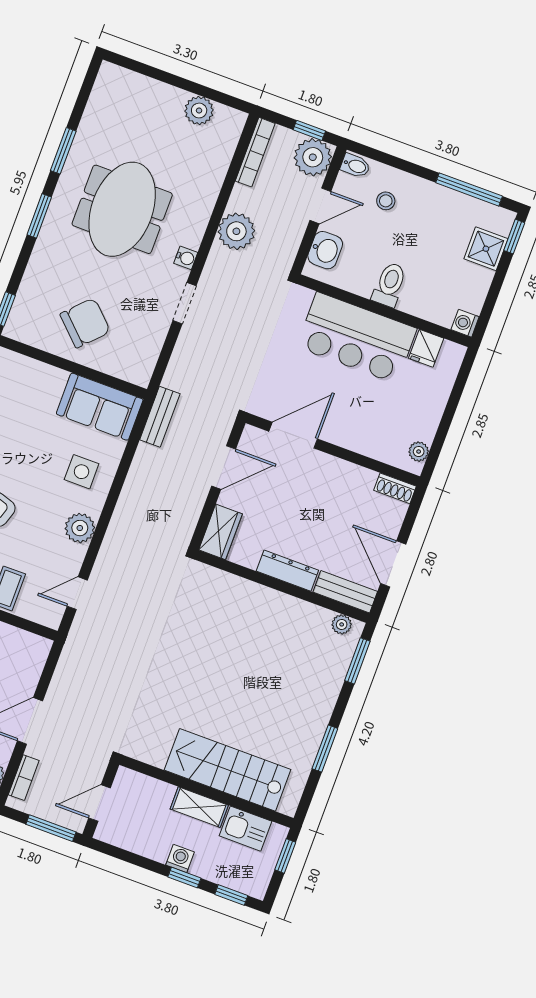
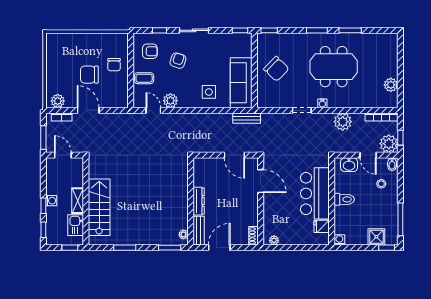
sofa: (100, 407) -> (241, 83), width x1.36
plant: (80, 528) -> (170, 101), moved
wardrobe: (221, 532) -> (205, 165), removed

